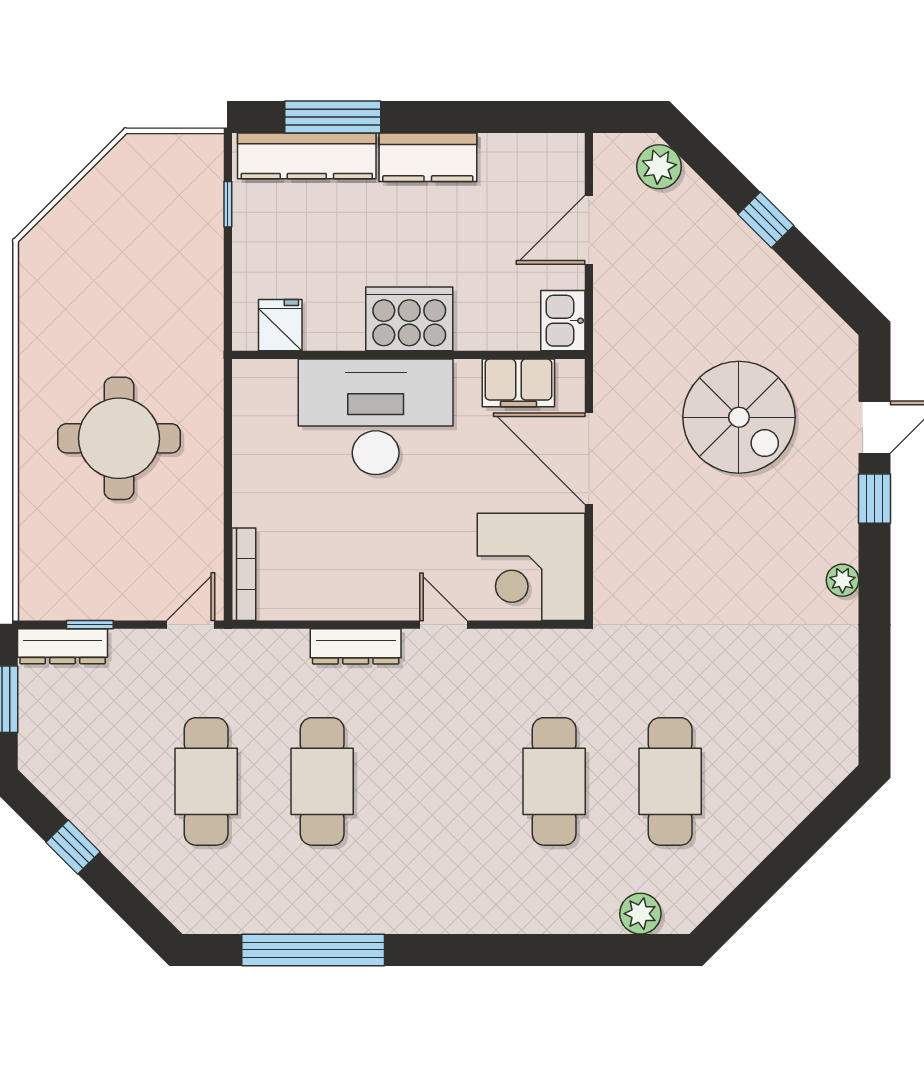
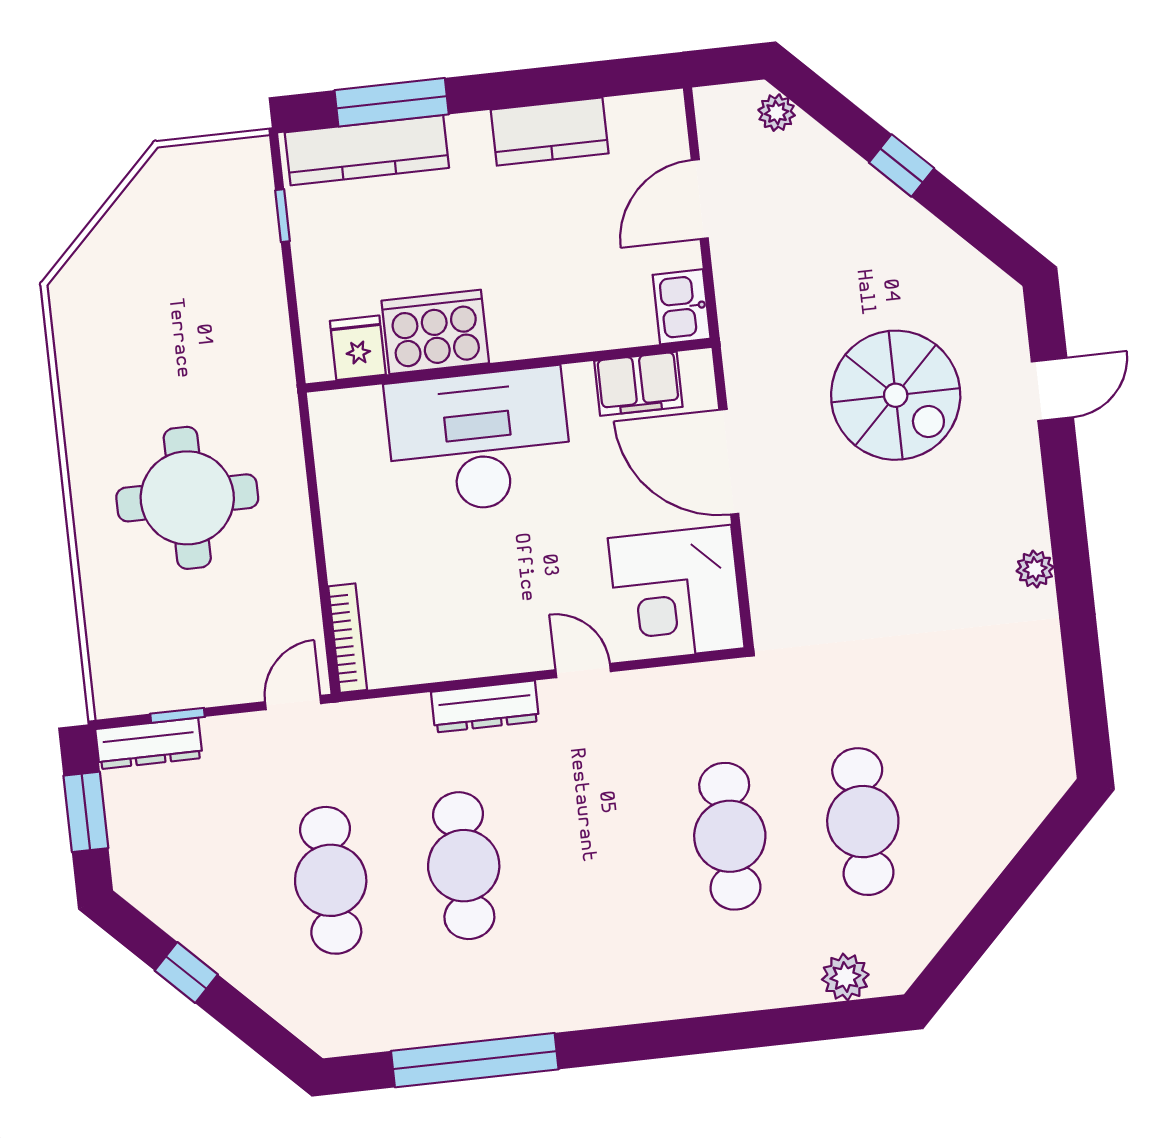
kitchen counter: (428, 157) -> (550, 132), moved
plant: (659, 167) -> (777, 113), width x0.73, depth x0.73
cooker: (409, 319) -> (435, 332), moved
window: (875, 499) -> (1061, 471), removed

